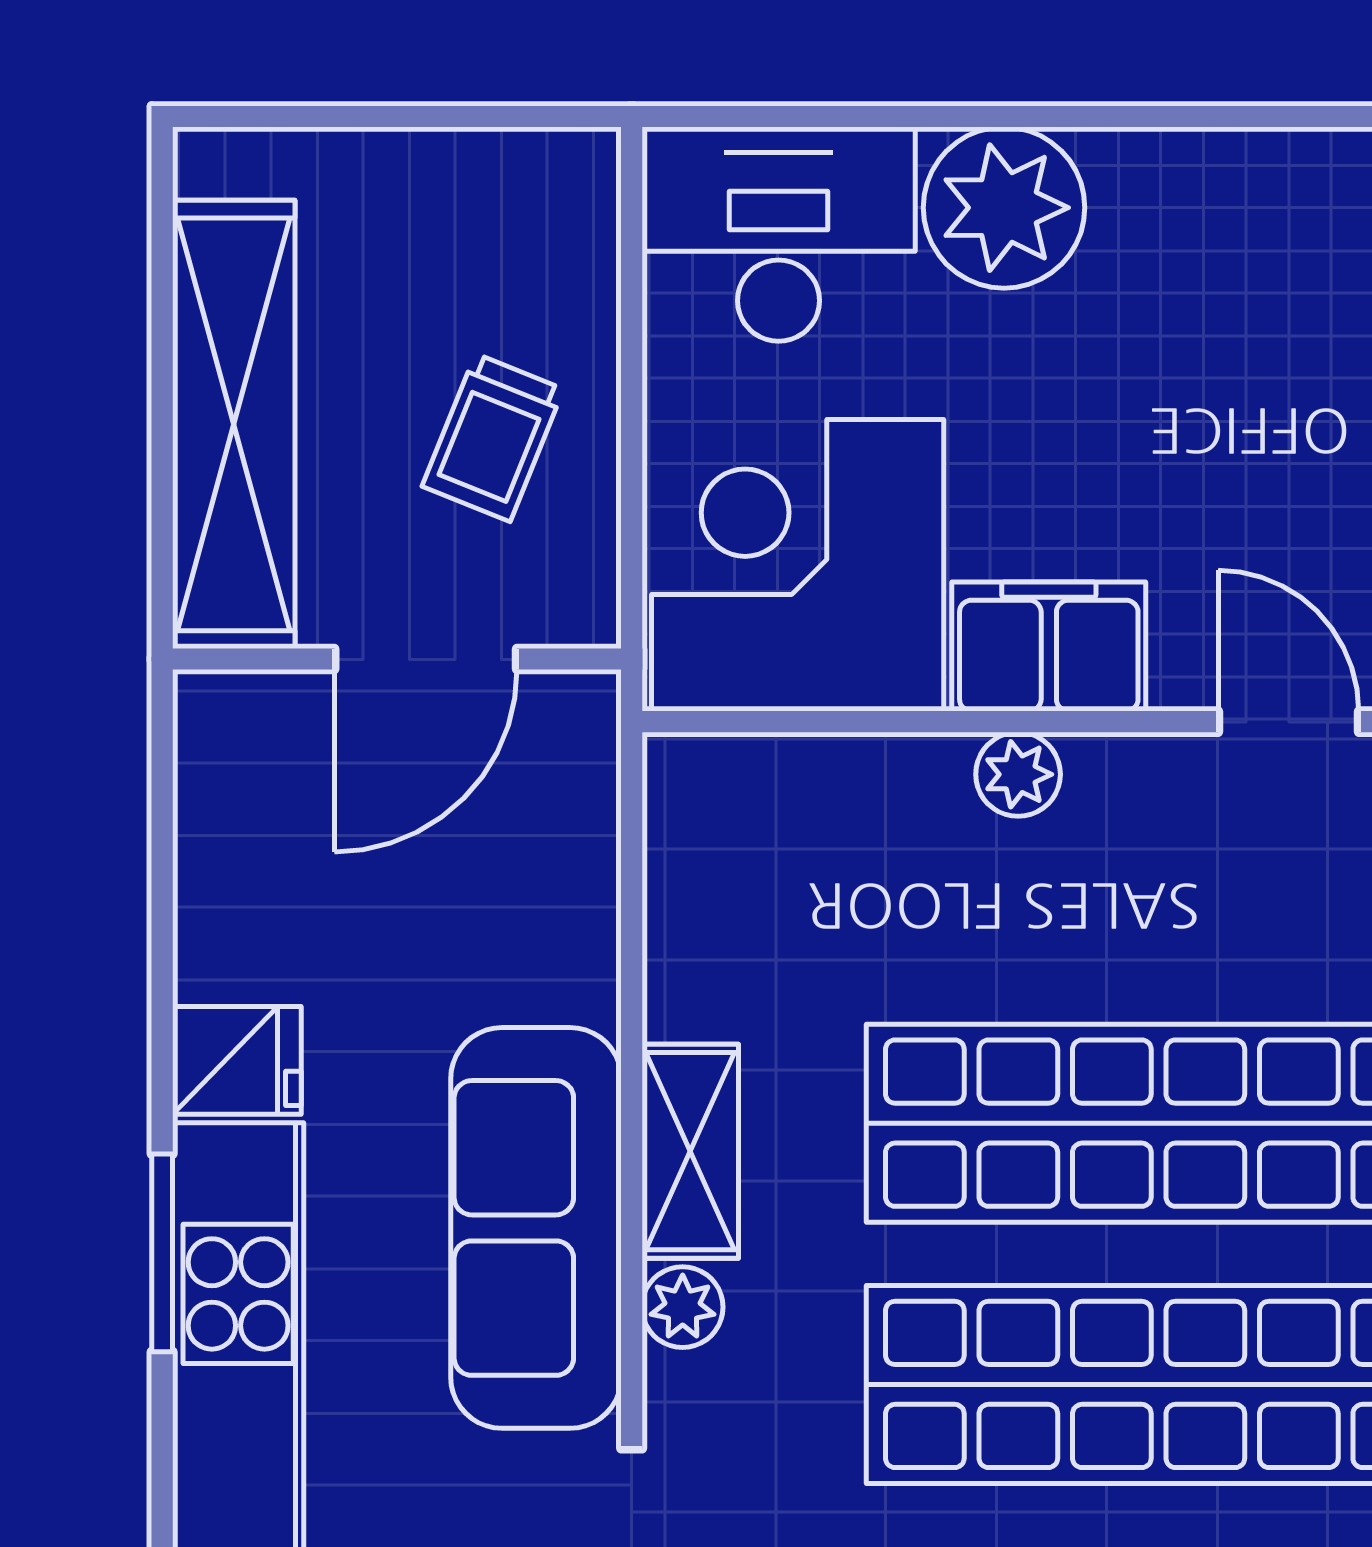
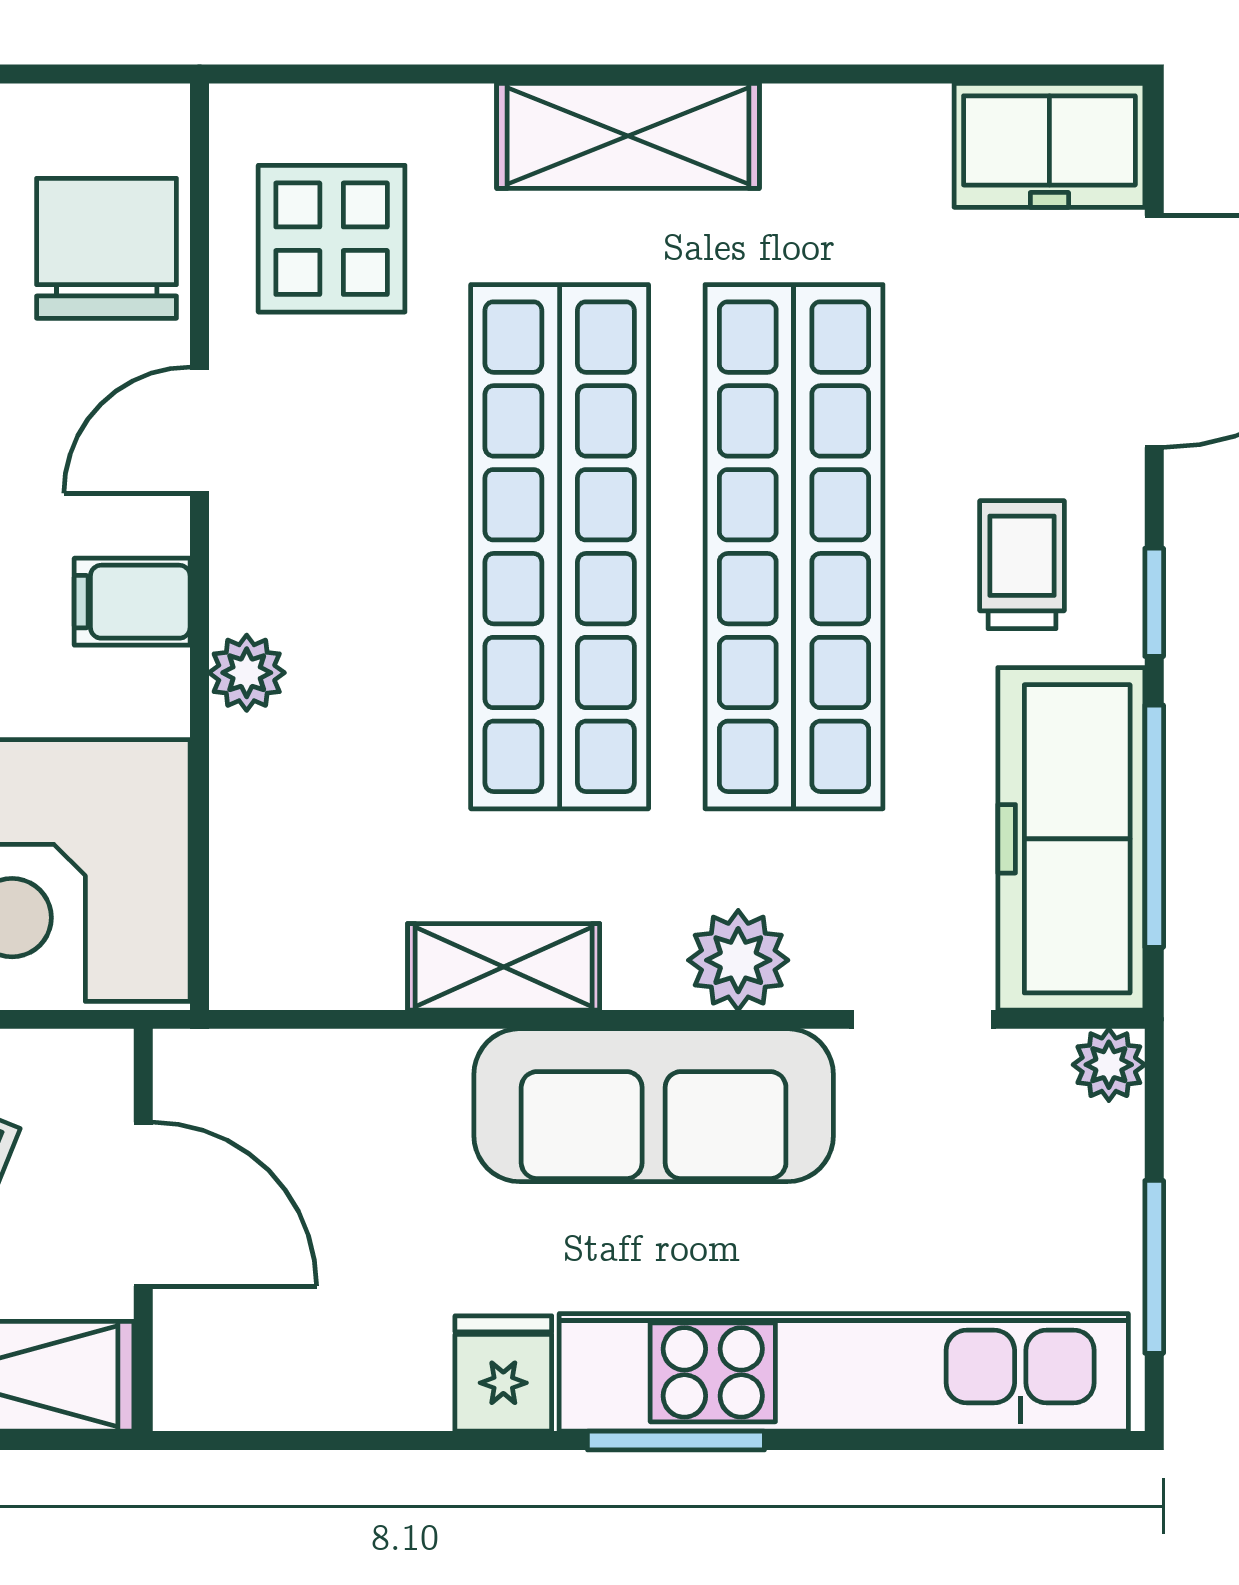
filing cabinet: (1049, 647) -> (132, 602), width x0.50
shelving: (690, 1151) -> (504, 967), moved
plant: (683, 1307) -> (738, 960), width x1.38, depth x1.38

